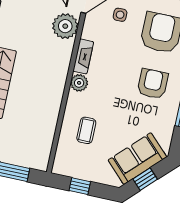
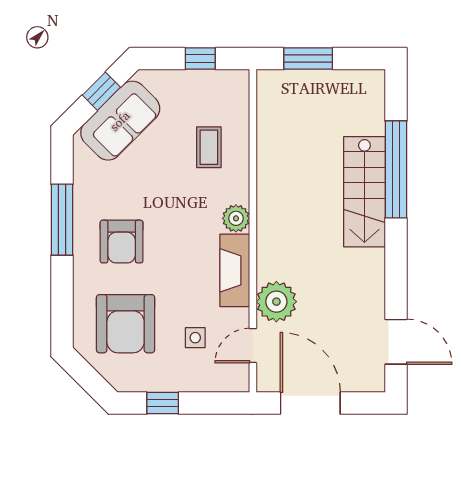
fireplace: (83, 56) -> (235, 270), width x1.37, depth x1.32

